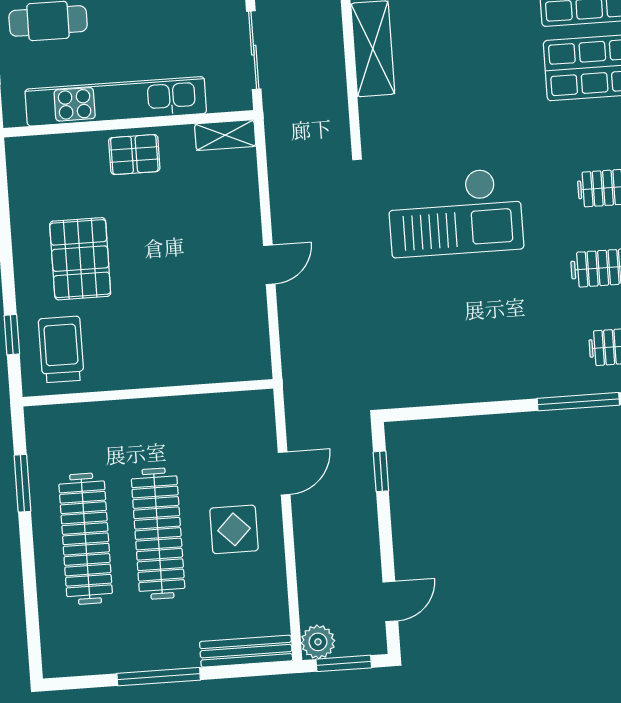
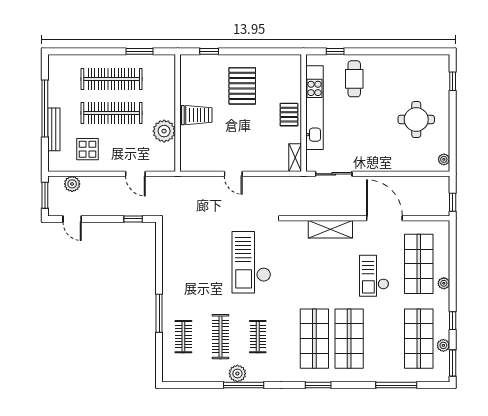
pallet: (80, 259) -> (242, 86), turned 90
trolley: (61, 349) -> (197, 115), moved
plant: (189, 419) -> (164, 131), added
display table: (234, 529) -> (88, 149), moved
plant: (318, 642) -> (72, 184), moved
bench: (246, 651) -> (54, 129), moved
window: (159, 677) -> (45, 108), width x1.46

